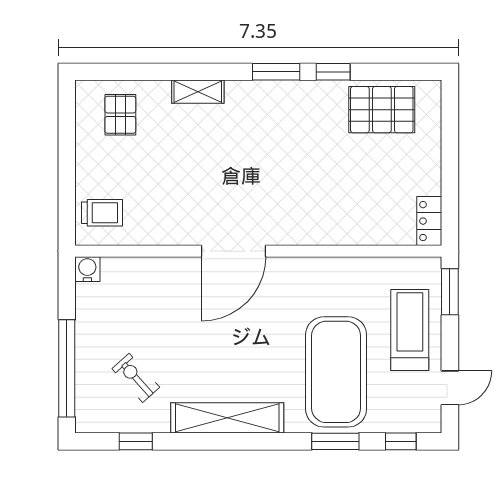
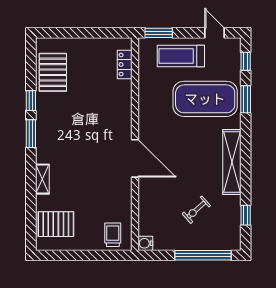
pallet: (120, 115) -> (56, 224), width x1.50, depth x1.42
locker: (429, 221) -> (125, 65), moved, turned 90
exercise bike: (136, 378) -> (196, 210), moved

